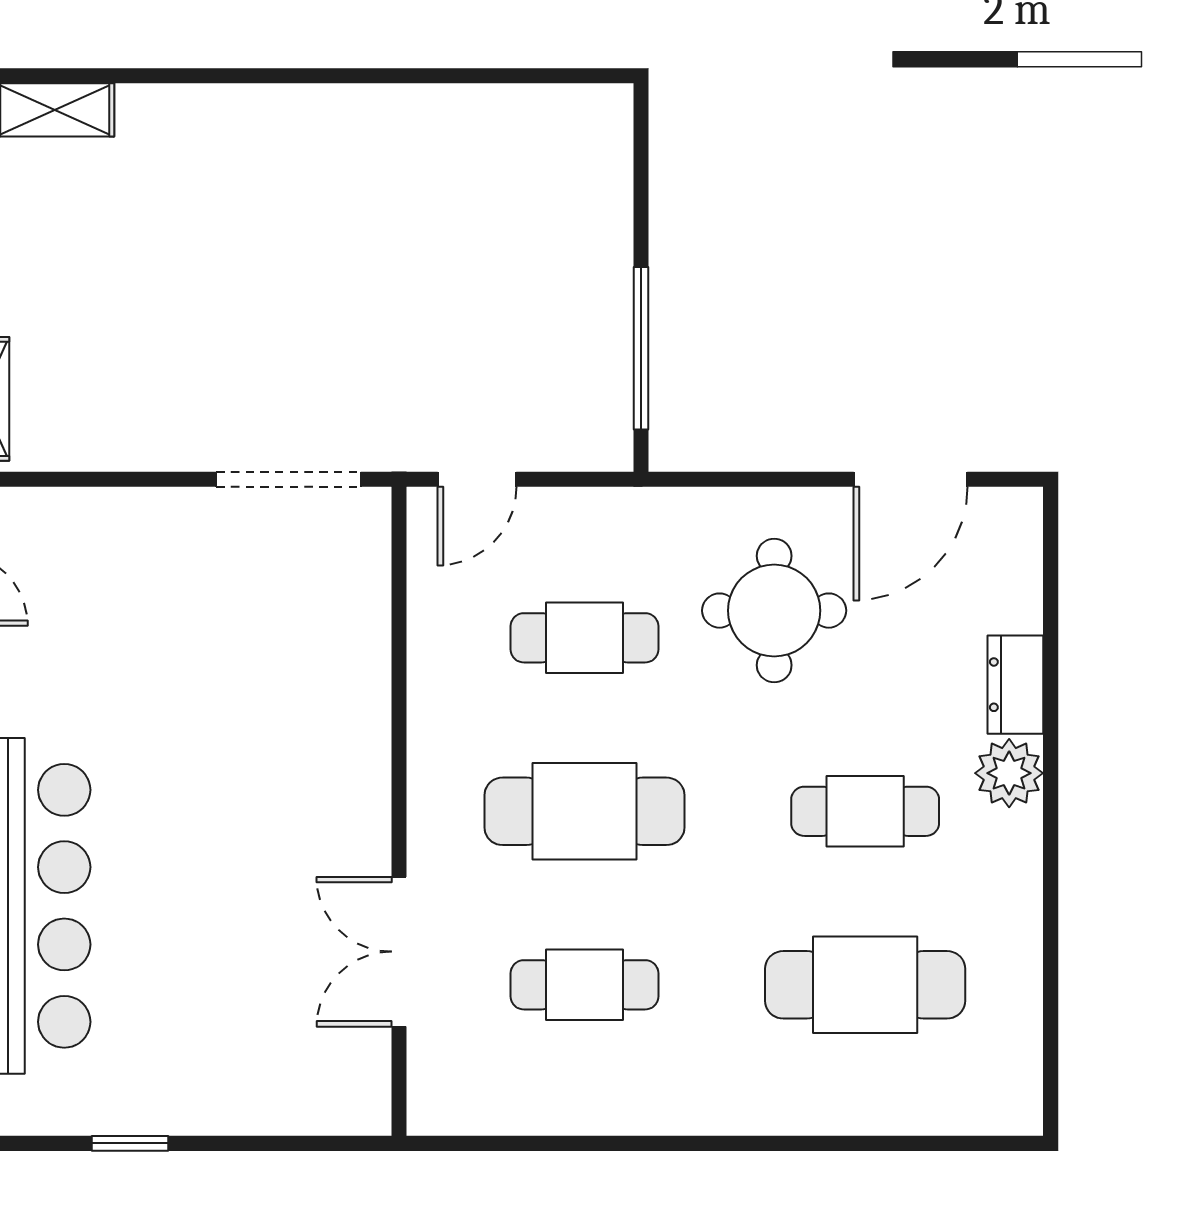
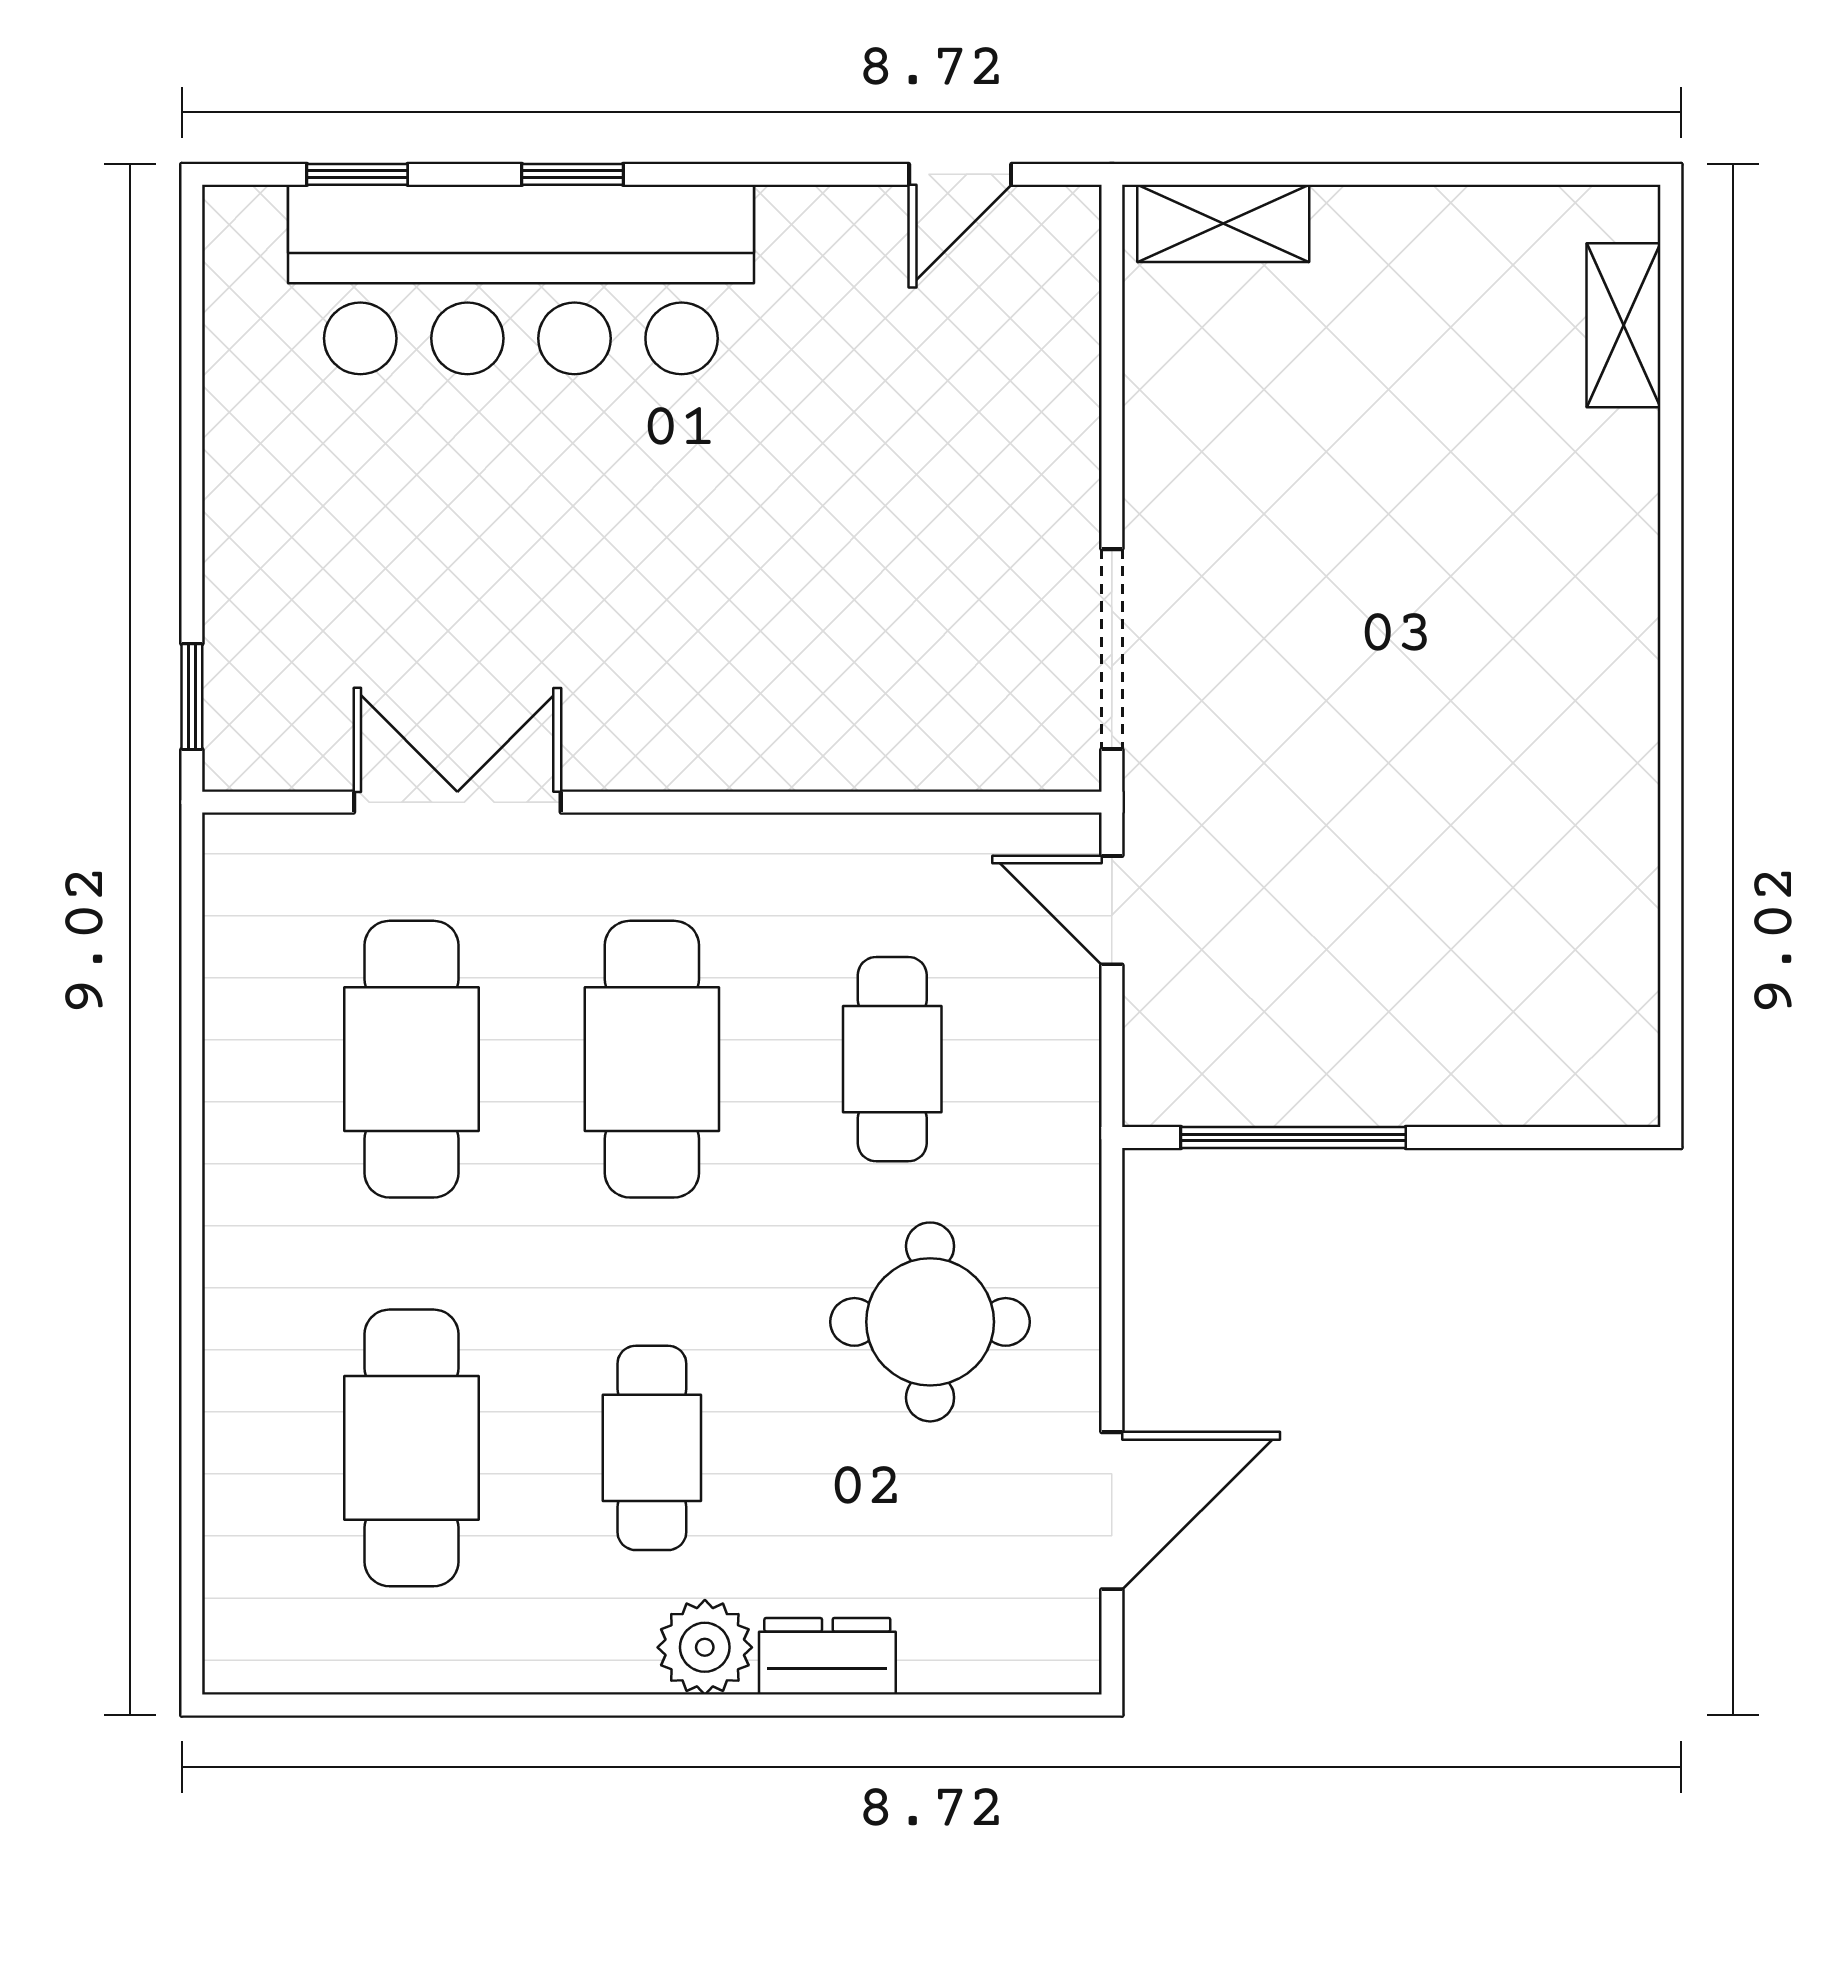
door: (910, 479) -> (1112, 1511), swing flipped
cafe table: (584, 985) -> (412, 1059), width x1.37, depth x1.35
window: (130, 1143) -> (192, 697), moved

